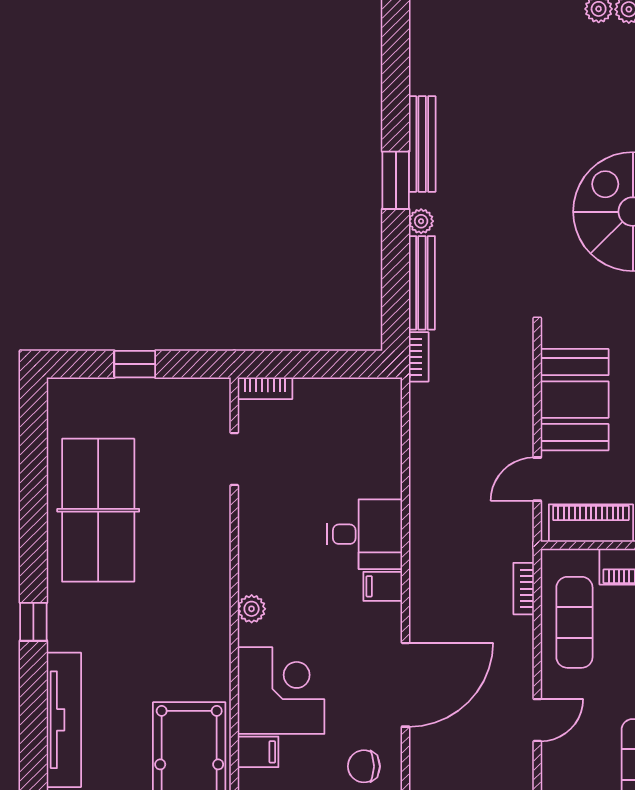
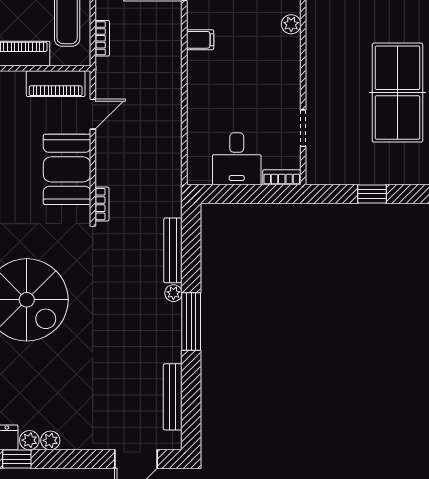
bench: (422, 144) -> (173, 397), moved
window: (396, 180) -> (191, 322), width x1.44
bookcase: (419, 357) -> (102, 204), moved, turned 180
desk: (365, 534) -> (237, 159), moved, turned -90

